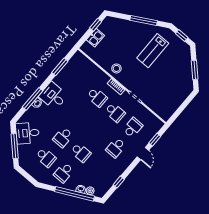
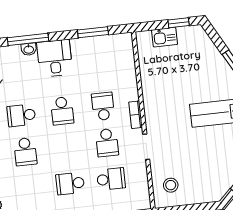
stool: (116, 68) -> (171, 185), moved
school desk: (97, 97) -> (103, 106), turned 180
school desk: (80, 117) -> (62, 111), added

